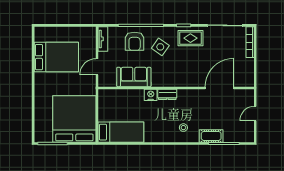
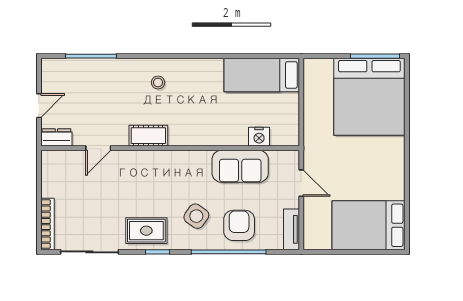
bed: (56, 57) -> (368, 225), moved
door: (97, 67) -> (301, 183), hinge flipped
door: (220, 88) -> (98, 148), width x0.53
dresser: (167, 94) -> (56, 137), moved
nightstand: (151, 95) -> (259, 137), moved
bed: (74, 119) -> (369, 97), moved
cot: (211, 136) -> (148, 136), moved

